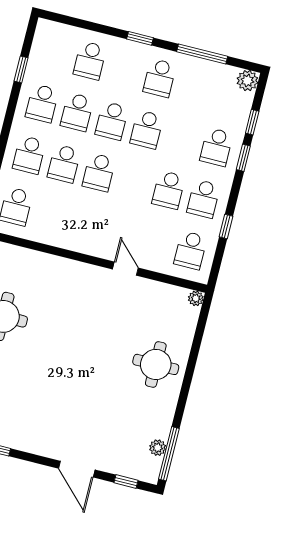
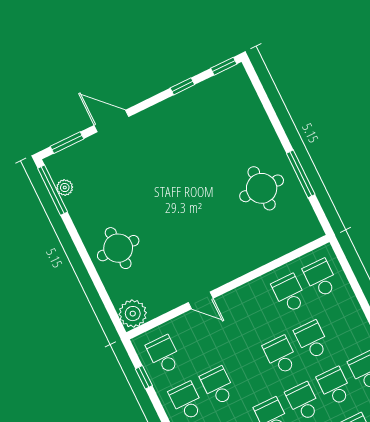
school desk: (29, 155) -> (289, 293), moved
window: (226, 227) -> (144, 377), moved
plant: (196, 298) -> (133, 314), width x1.88, depth x1.88
window: (126, 481) -> (67, 143), width x1.50

